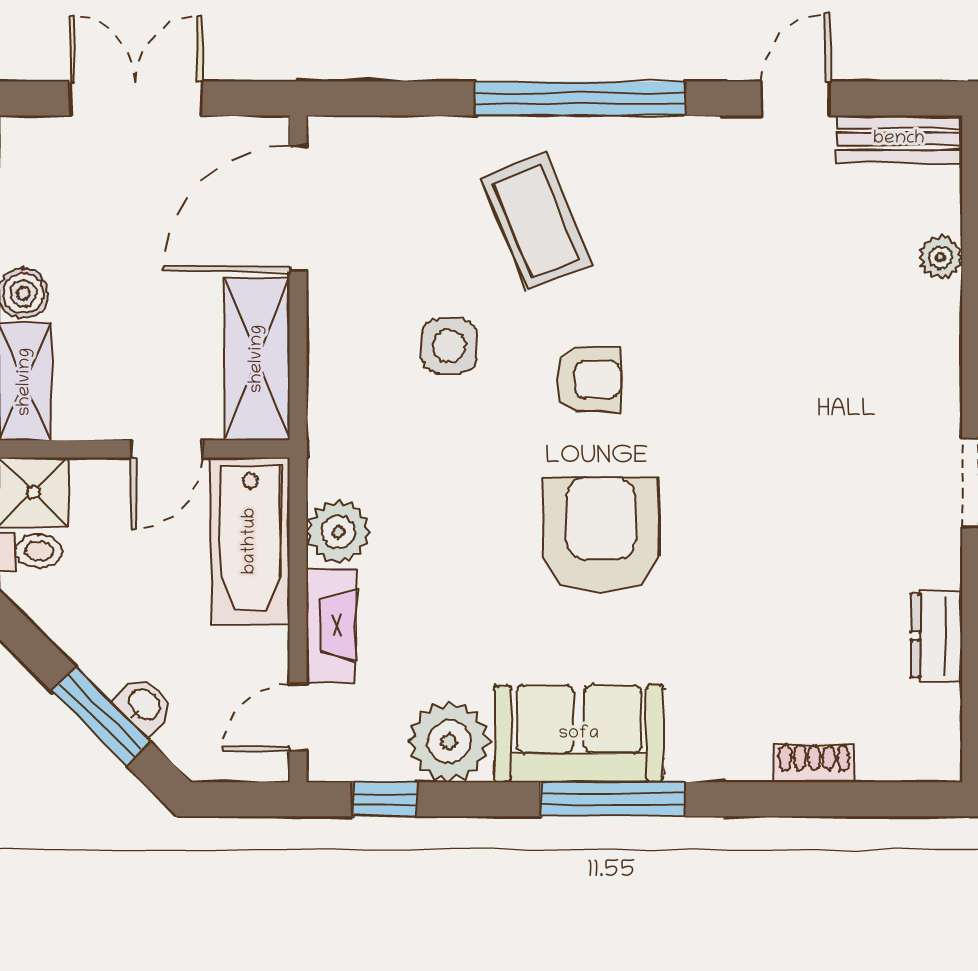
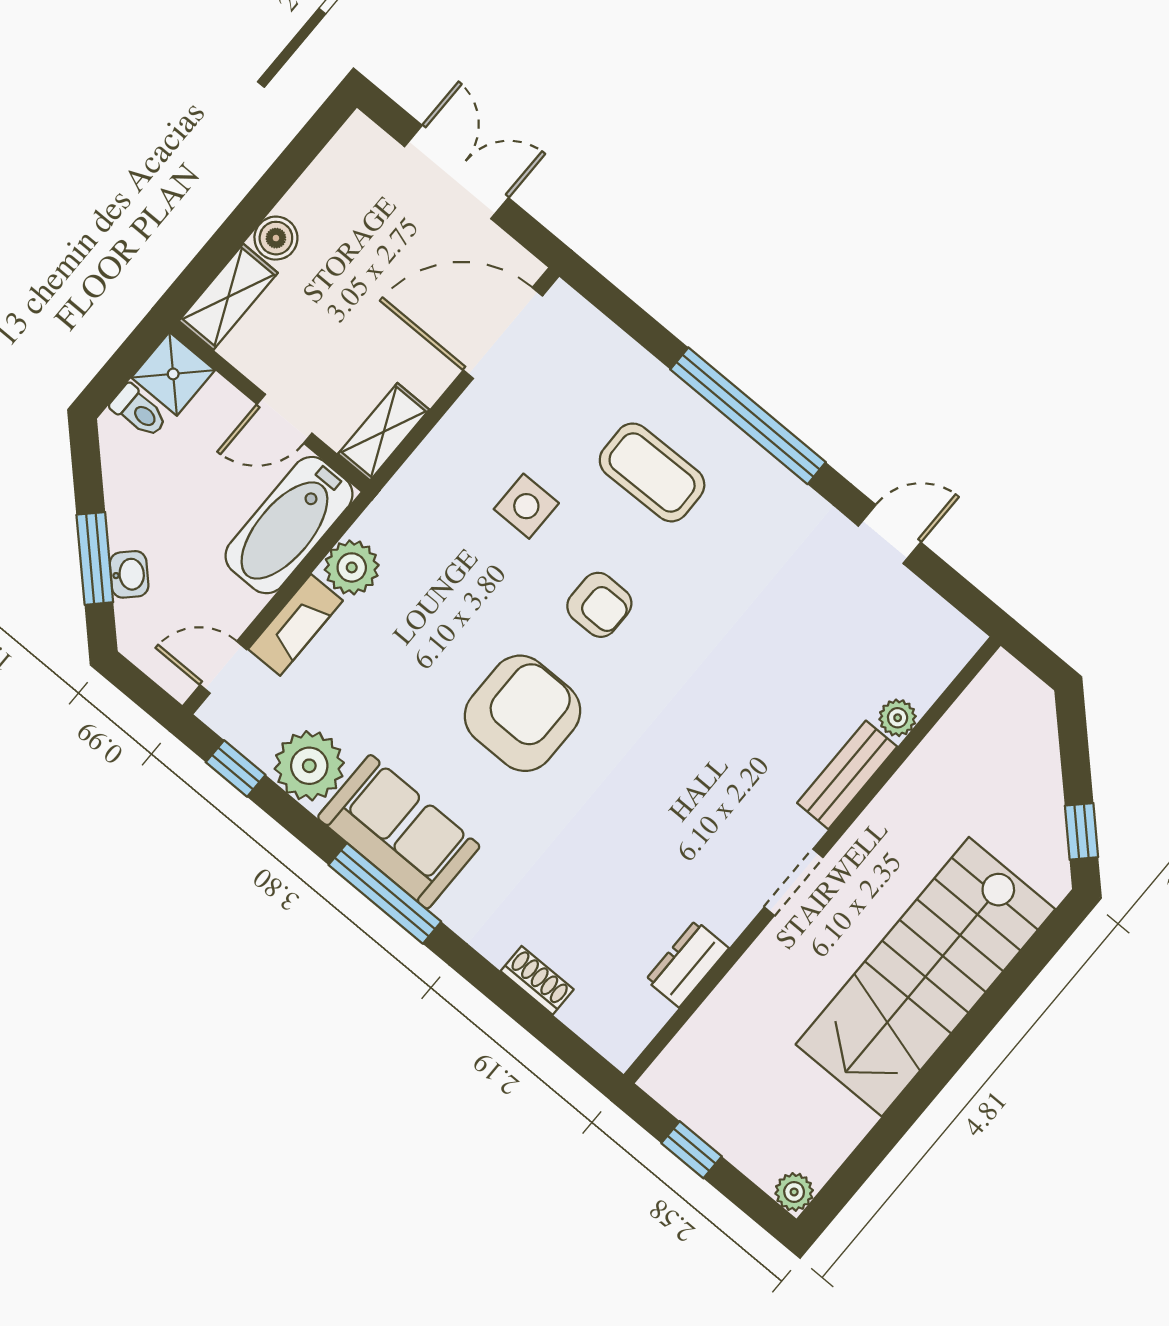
bench: (899, 139) -> (847, 775), moved, turned 90
coffee table: (536, 221) -> (652, 472), turned -69
shelving: (257, 359) -> (384, 432), width x0.67, depth x0.75

